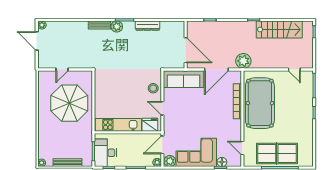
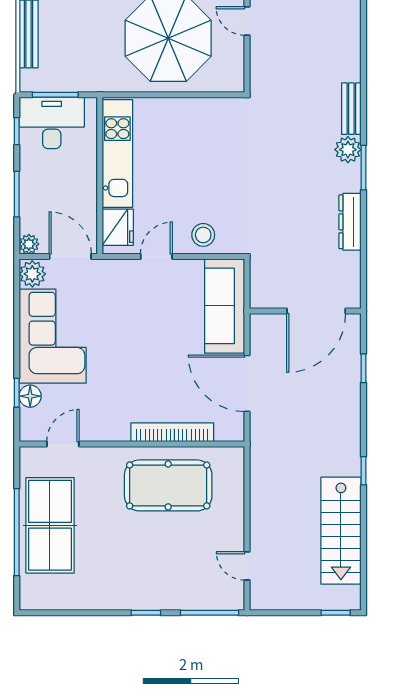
door: (186, 50) -> (316, 311), moved
plant: (243, 61) -> (267, 447), removed
door: (294, 69) -> (247, 566), hinge flipped
pool table: (260, 103) -> (168, 485), width x0.73, depth x0.76

